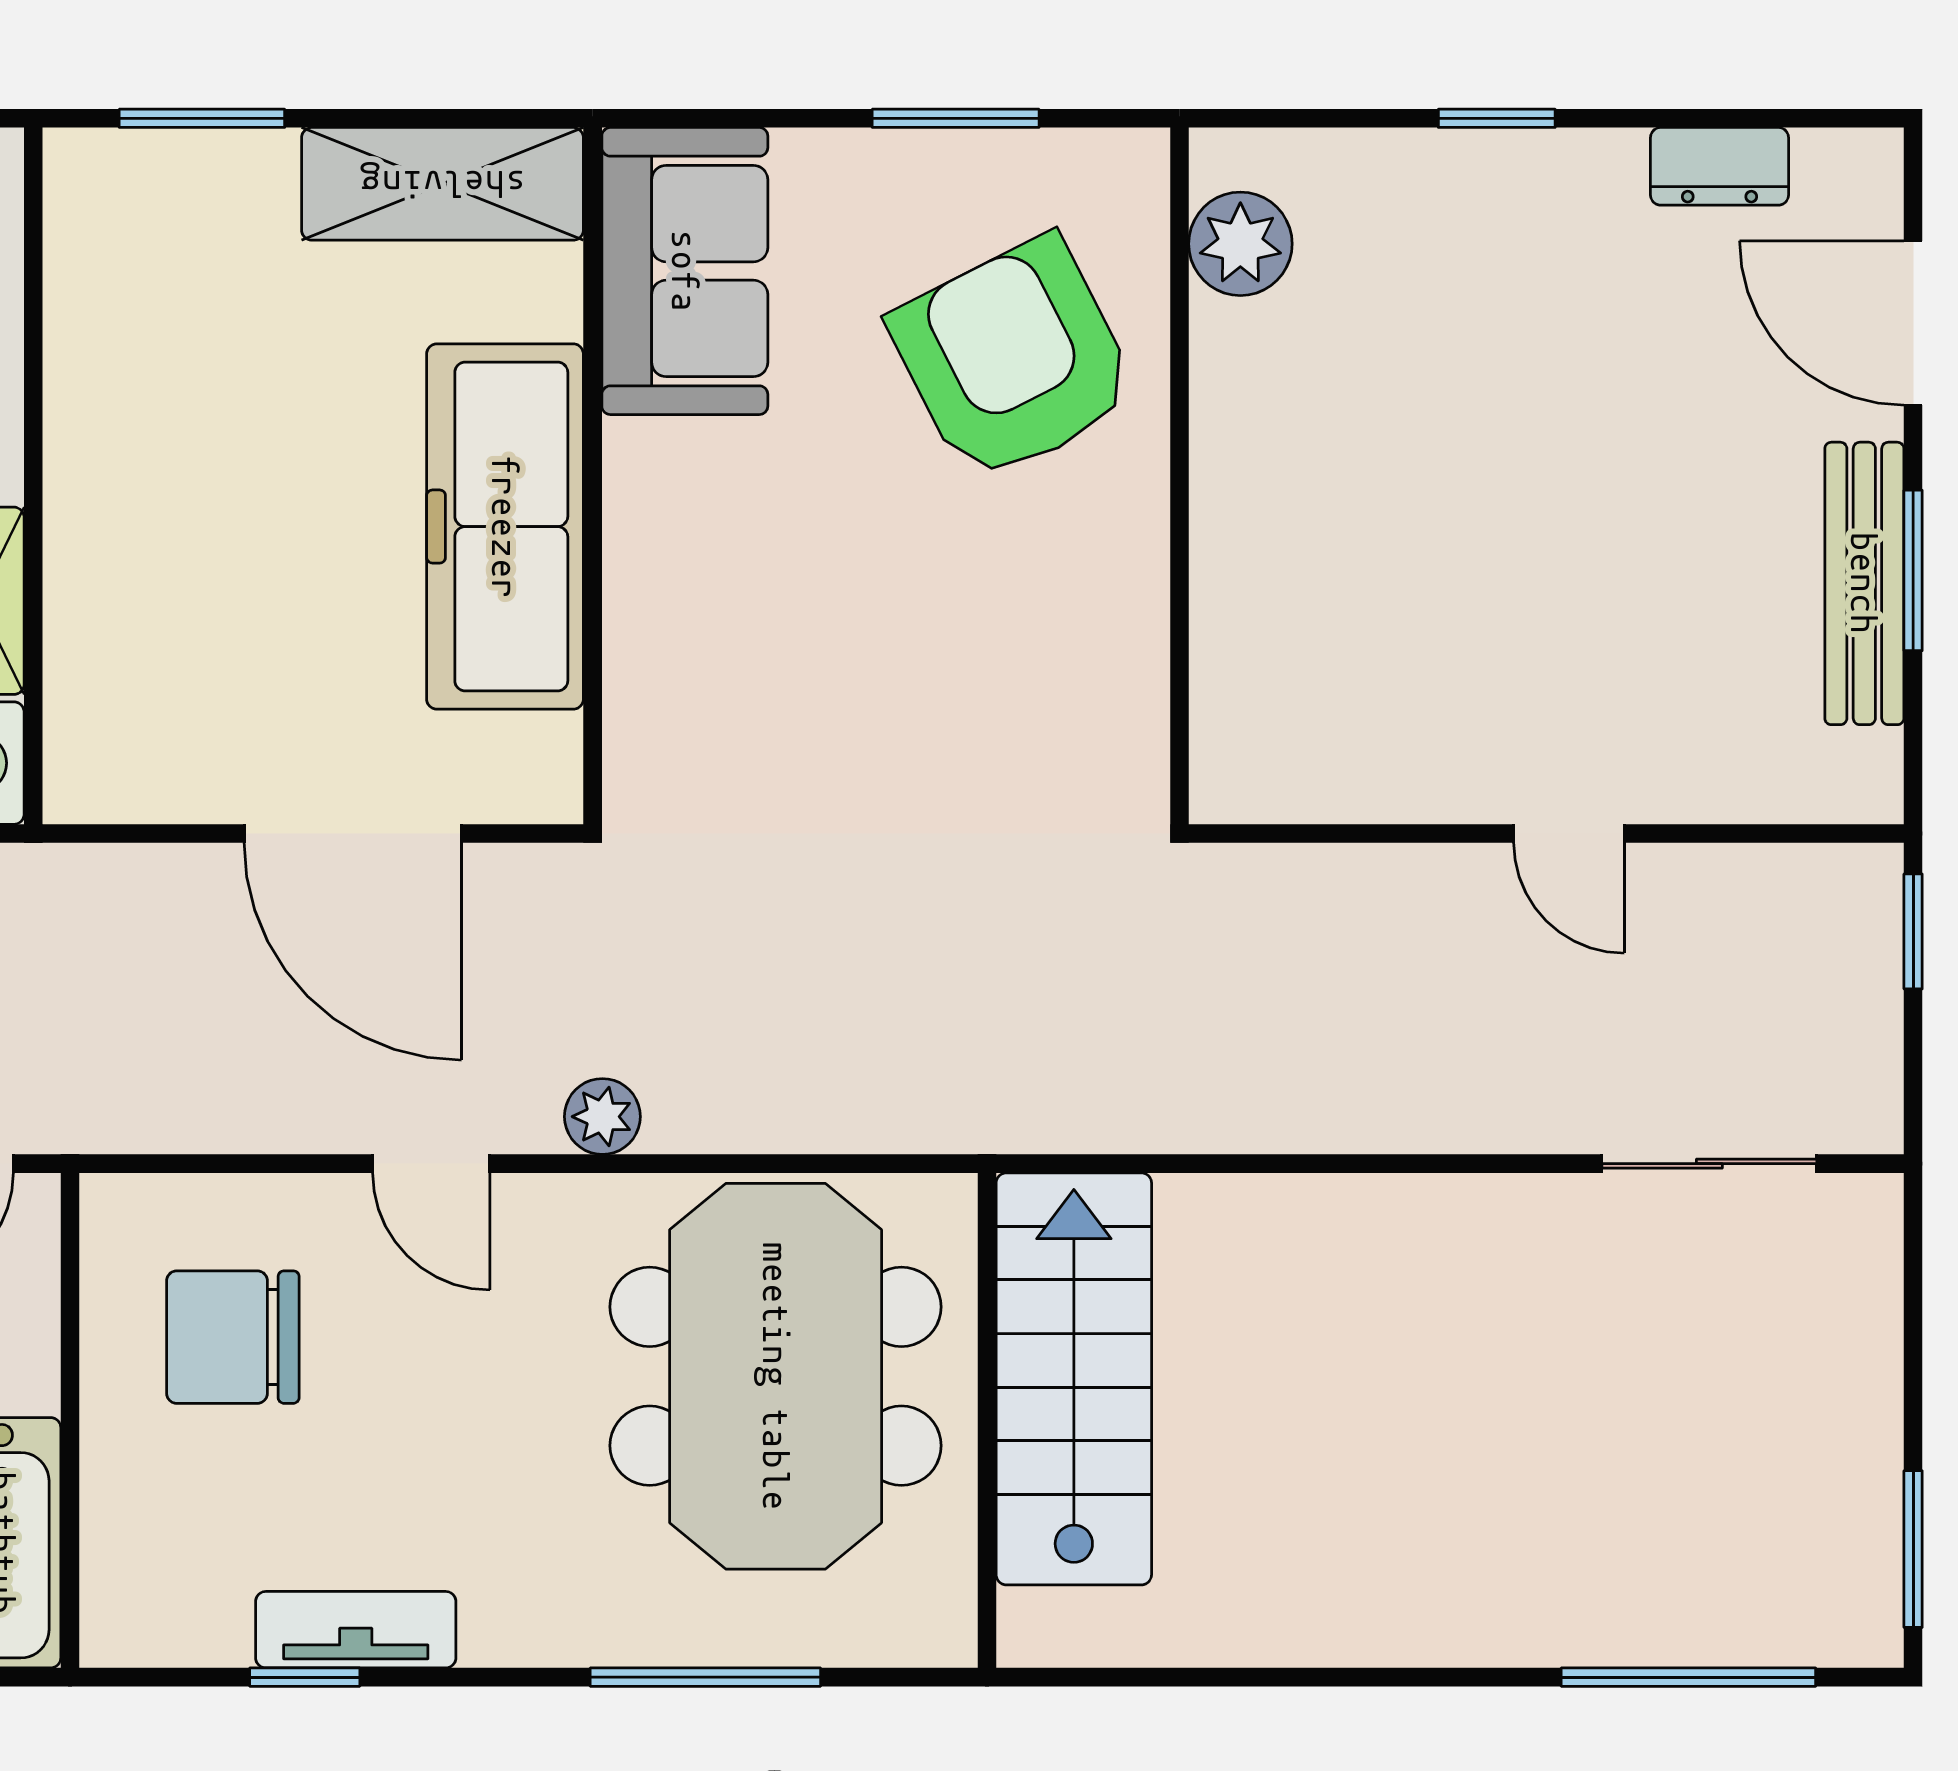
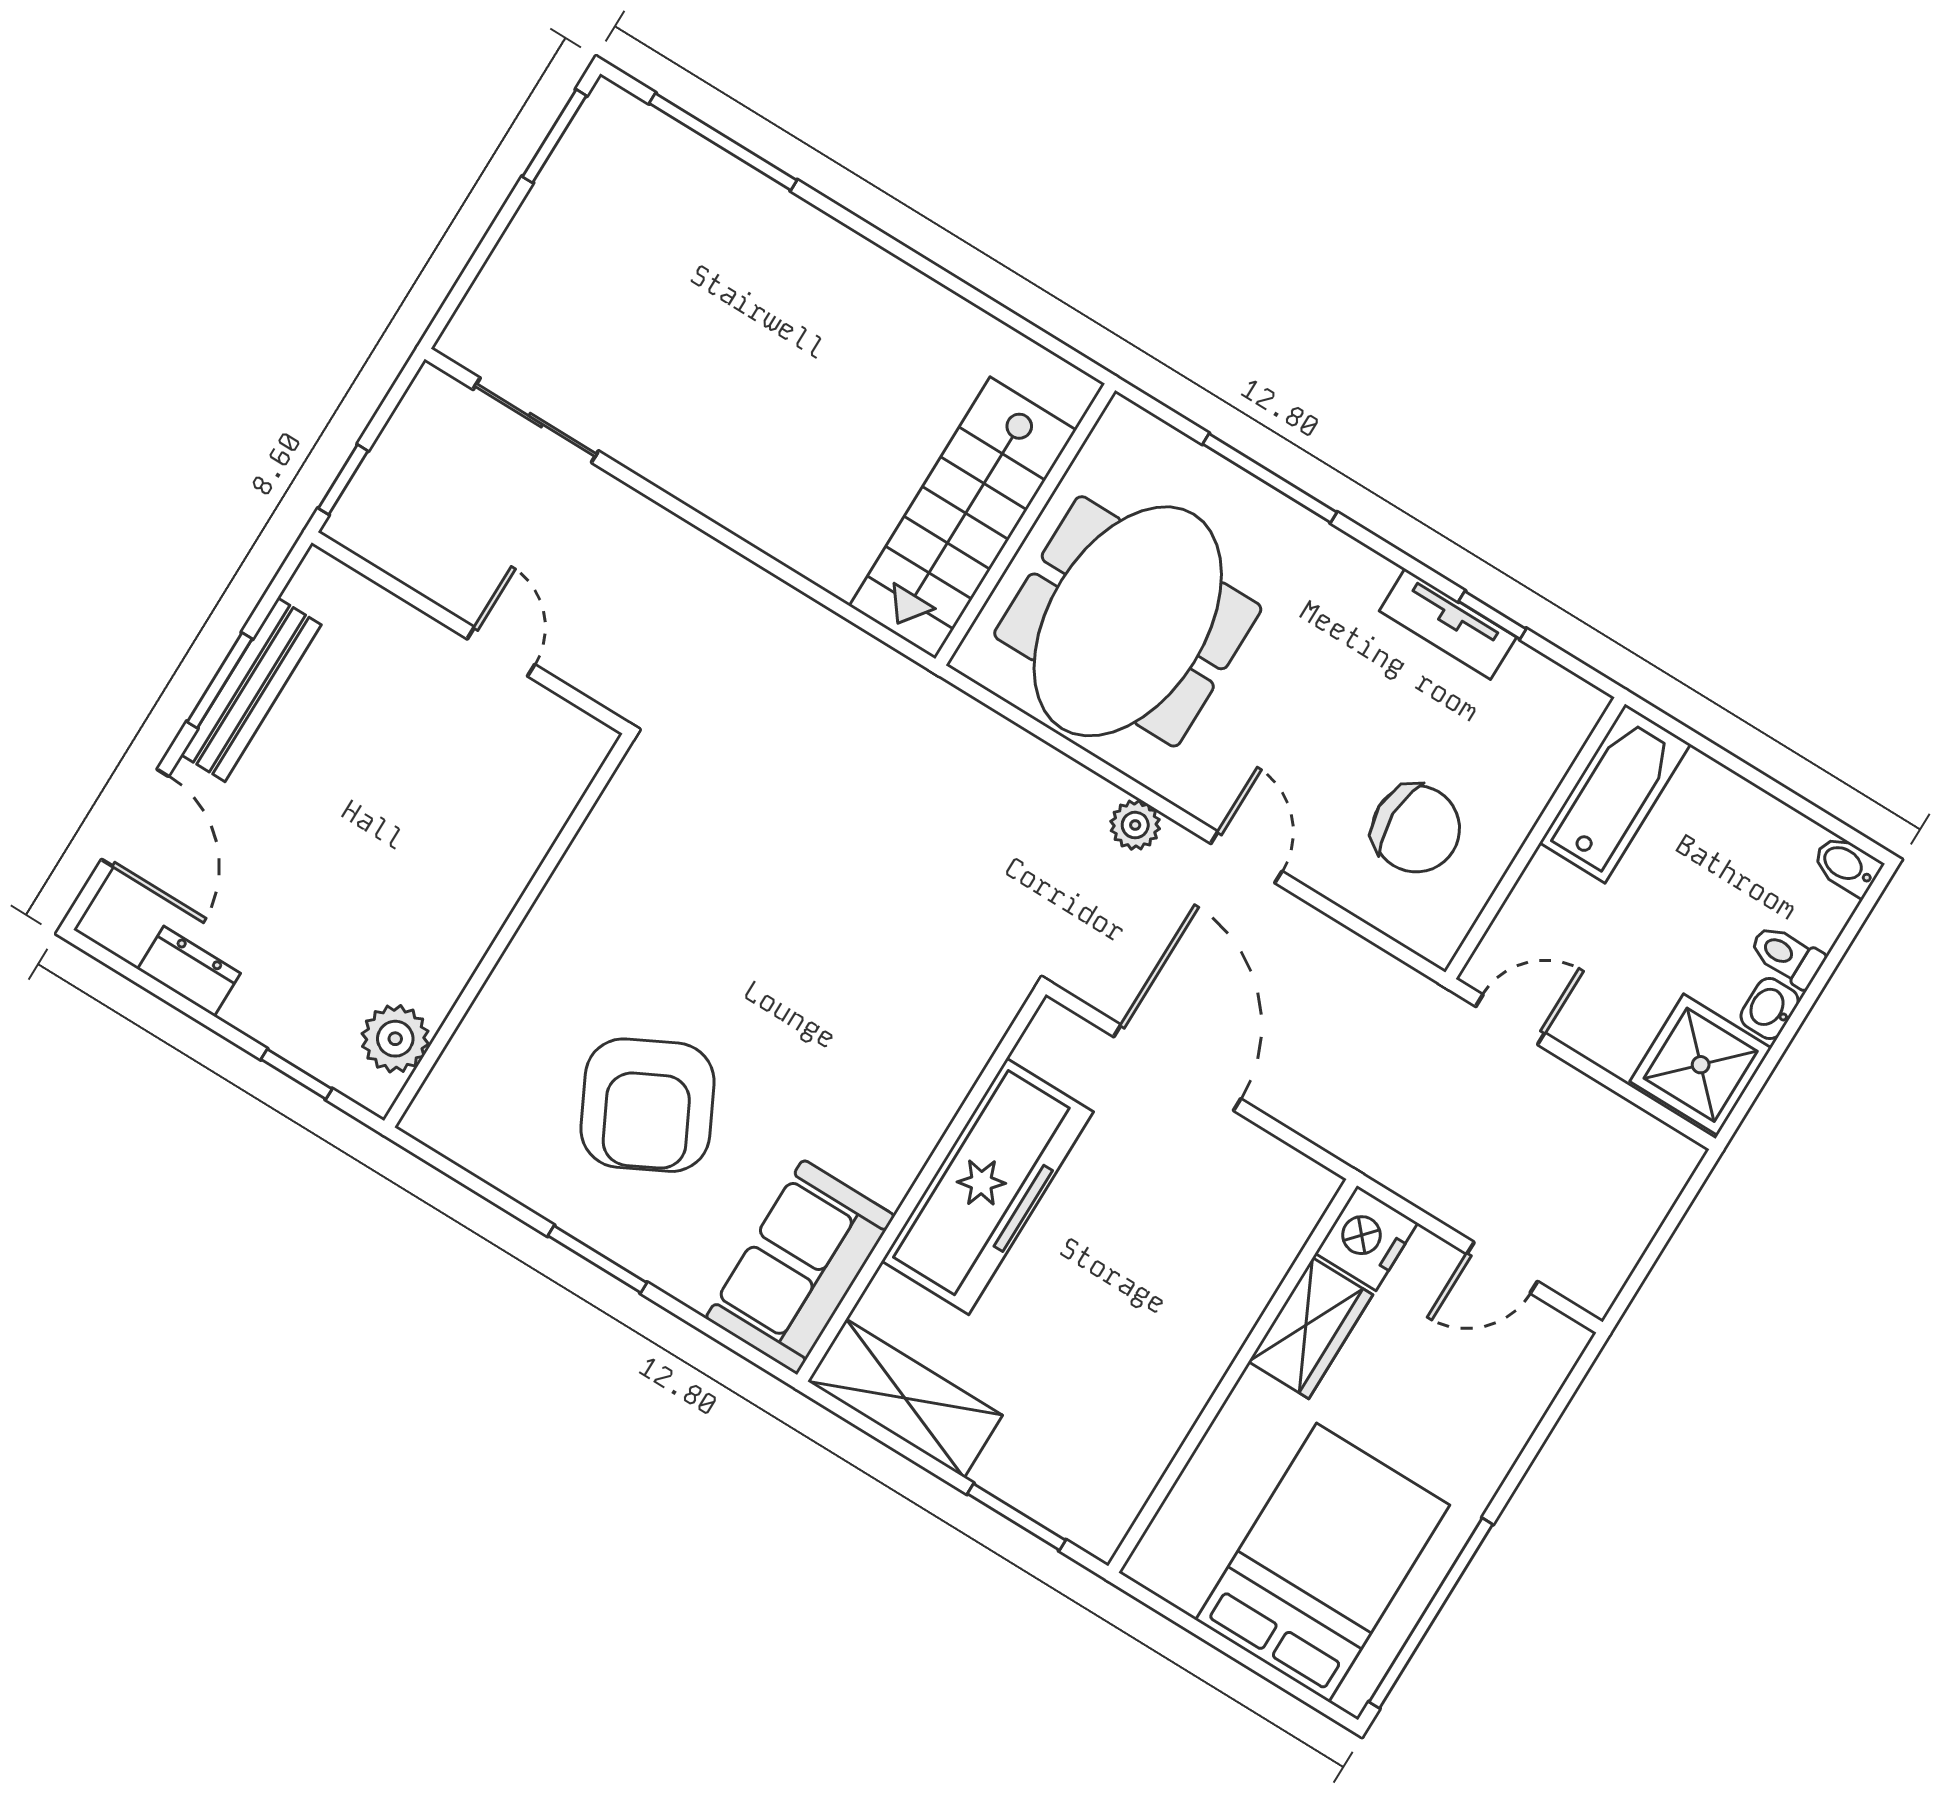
plant: (1240, 244) -> (395, 1039), moved
wall: (1179, 476) -> (508, 930), moved

